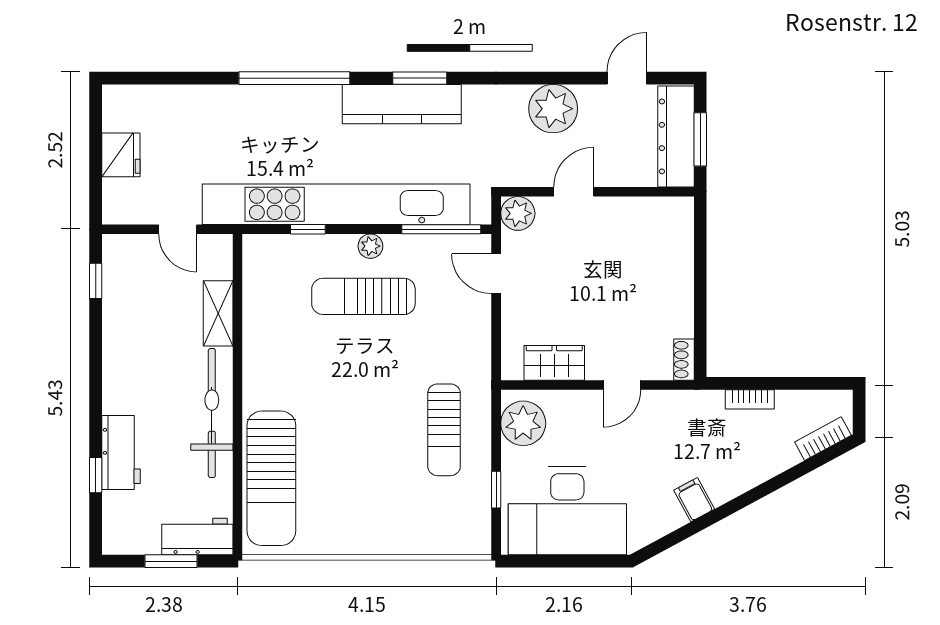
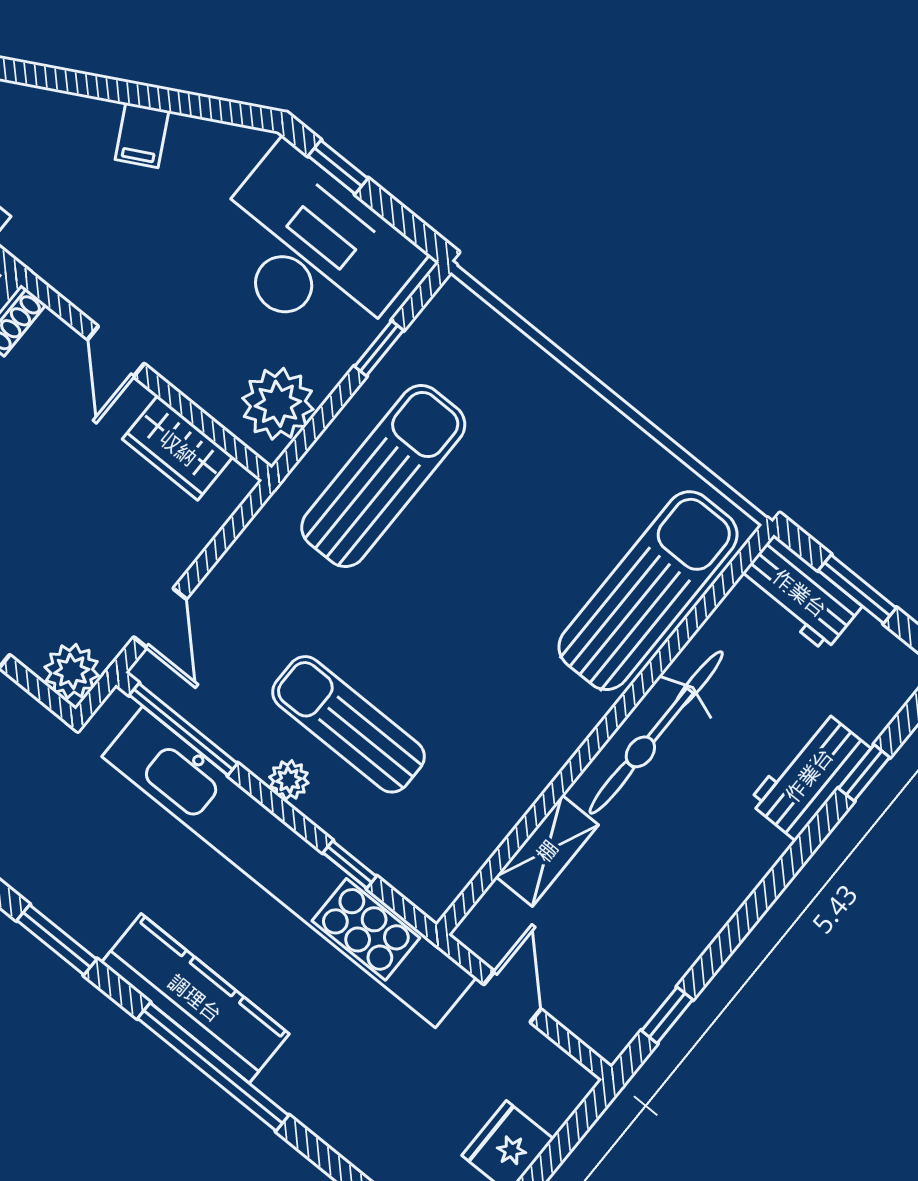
kitchen counter: (402, 104) -> (195, 998), moved
sun lounger: (363, 296) -> (349, 724), turned 180
door: (622, 385) -> (116, 352), swing flipped
sun lounger: (444, 430) -> (383, 476), width x1.36, depth x1.34
window: (587, 561) -> (338, 167), added

